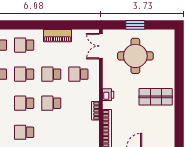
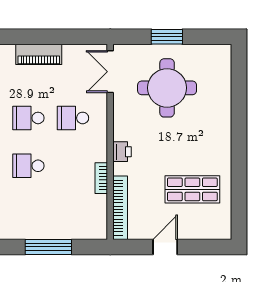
shop shelf: (156, 97) -> (192, 189), moved

